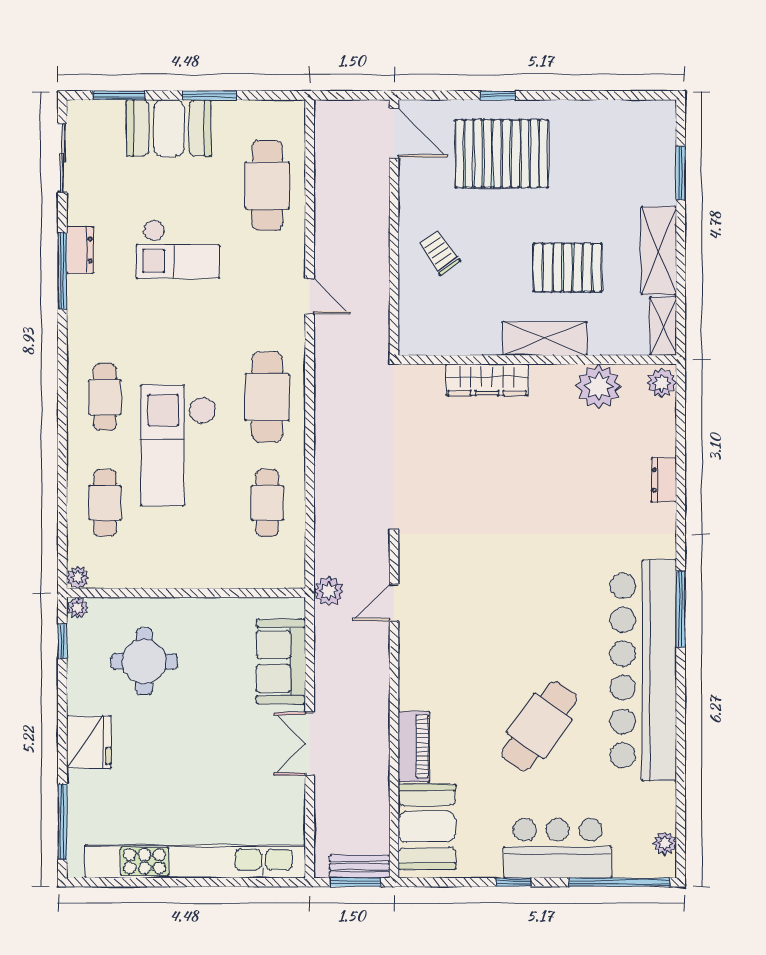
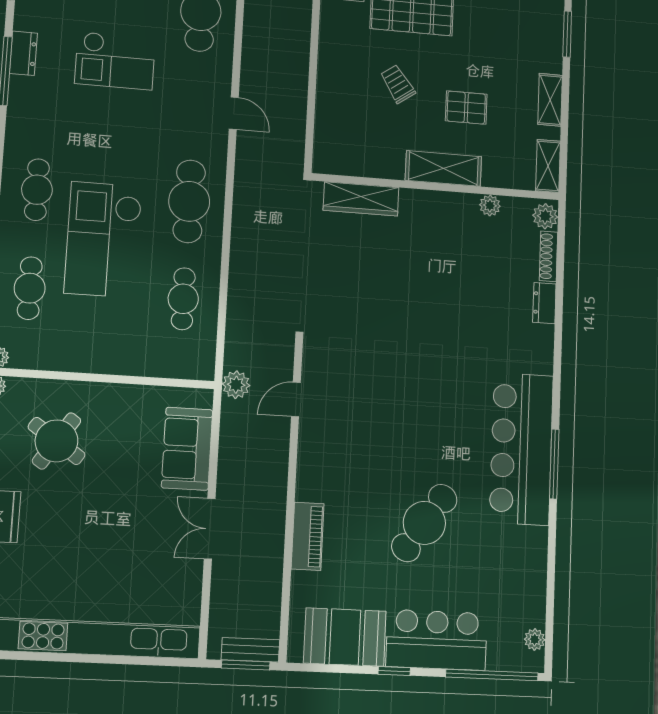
shelving: (659, 250) -> (550, 100), width x0.67, depth x0.75
trolley: (440, 253) -> (398, 84), moved
pallet: (568, 268) -> (466, 108), width x0.67, depth x0.71
wardrobe: (487, 380) -> (361, 199), moved
plant: (599, 386) -> (490, 205), width x0.53, depth x0.53
shoe rack: (667, 428) -> (548, 256), added
window: (681, 609) -> (554, 464), moved
round table: (144, 661) -> (56, 441), turned 34
bar counter: (643, 671) -> (521, 449), width x0.73
booth: (427, 827) -> (345, 637), moved, turned 90

